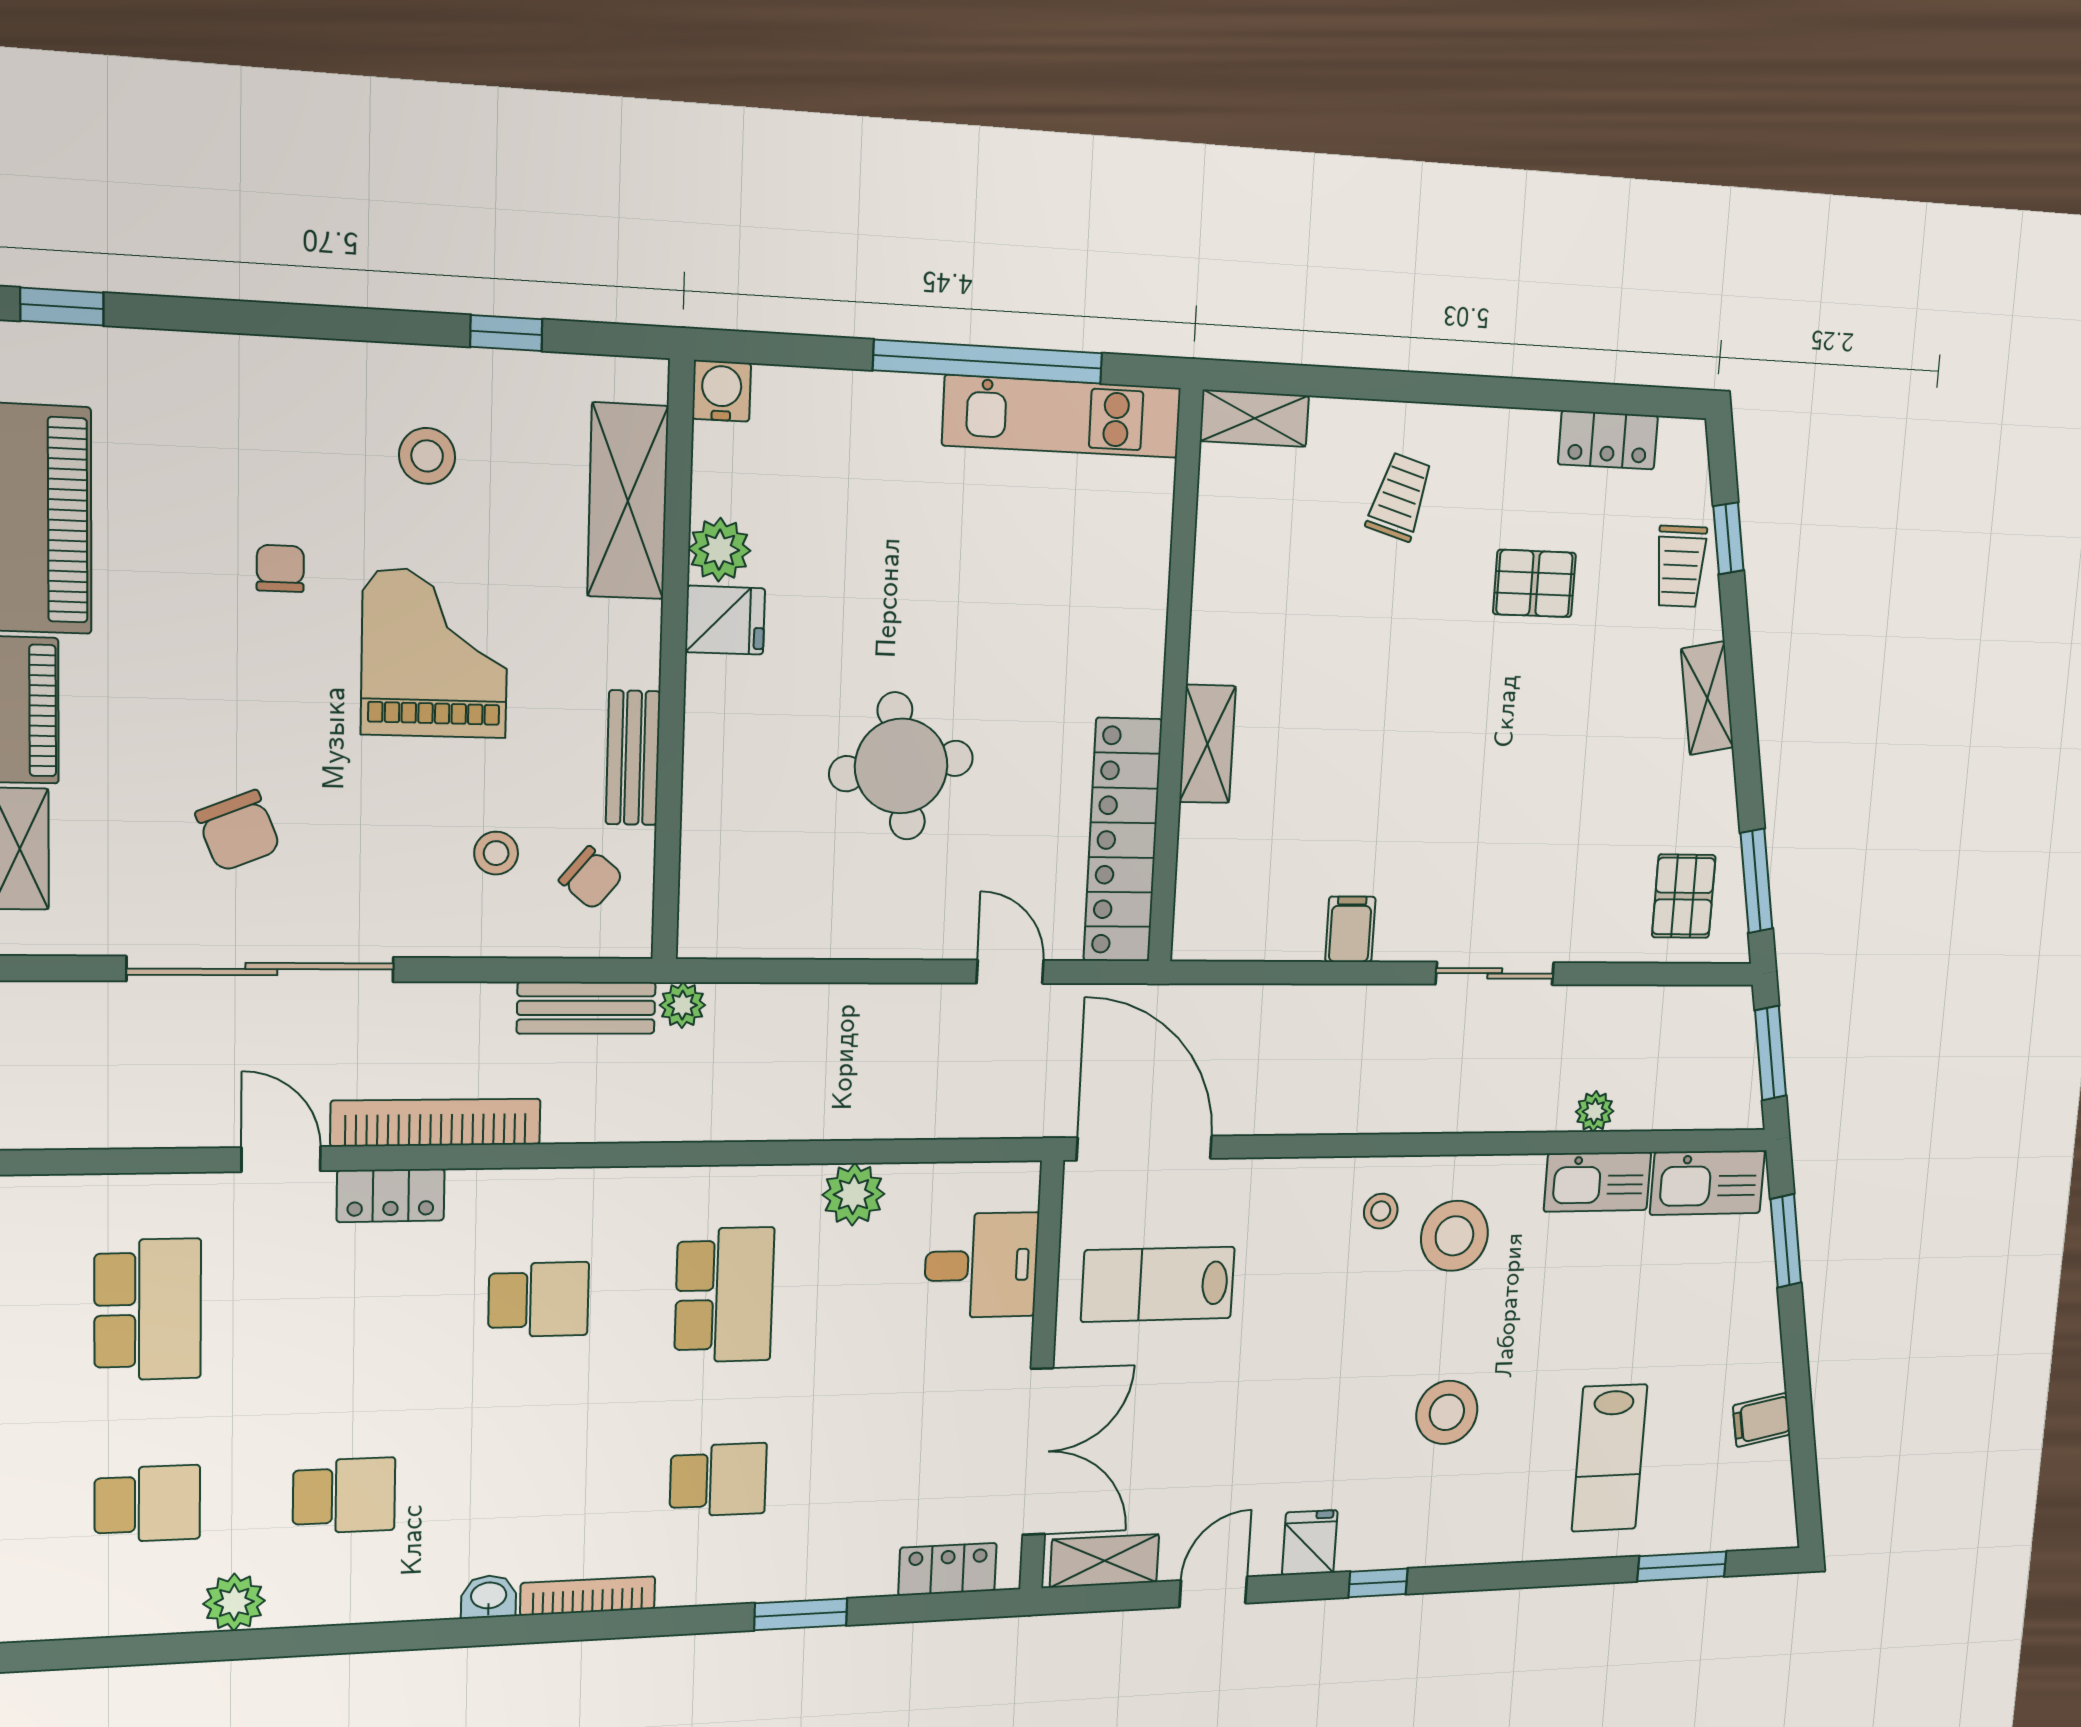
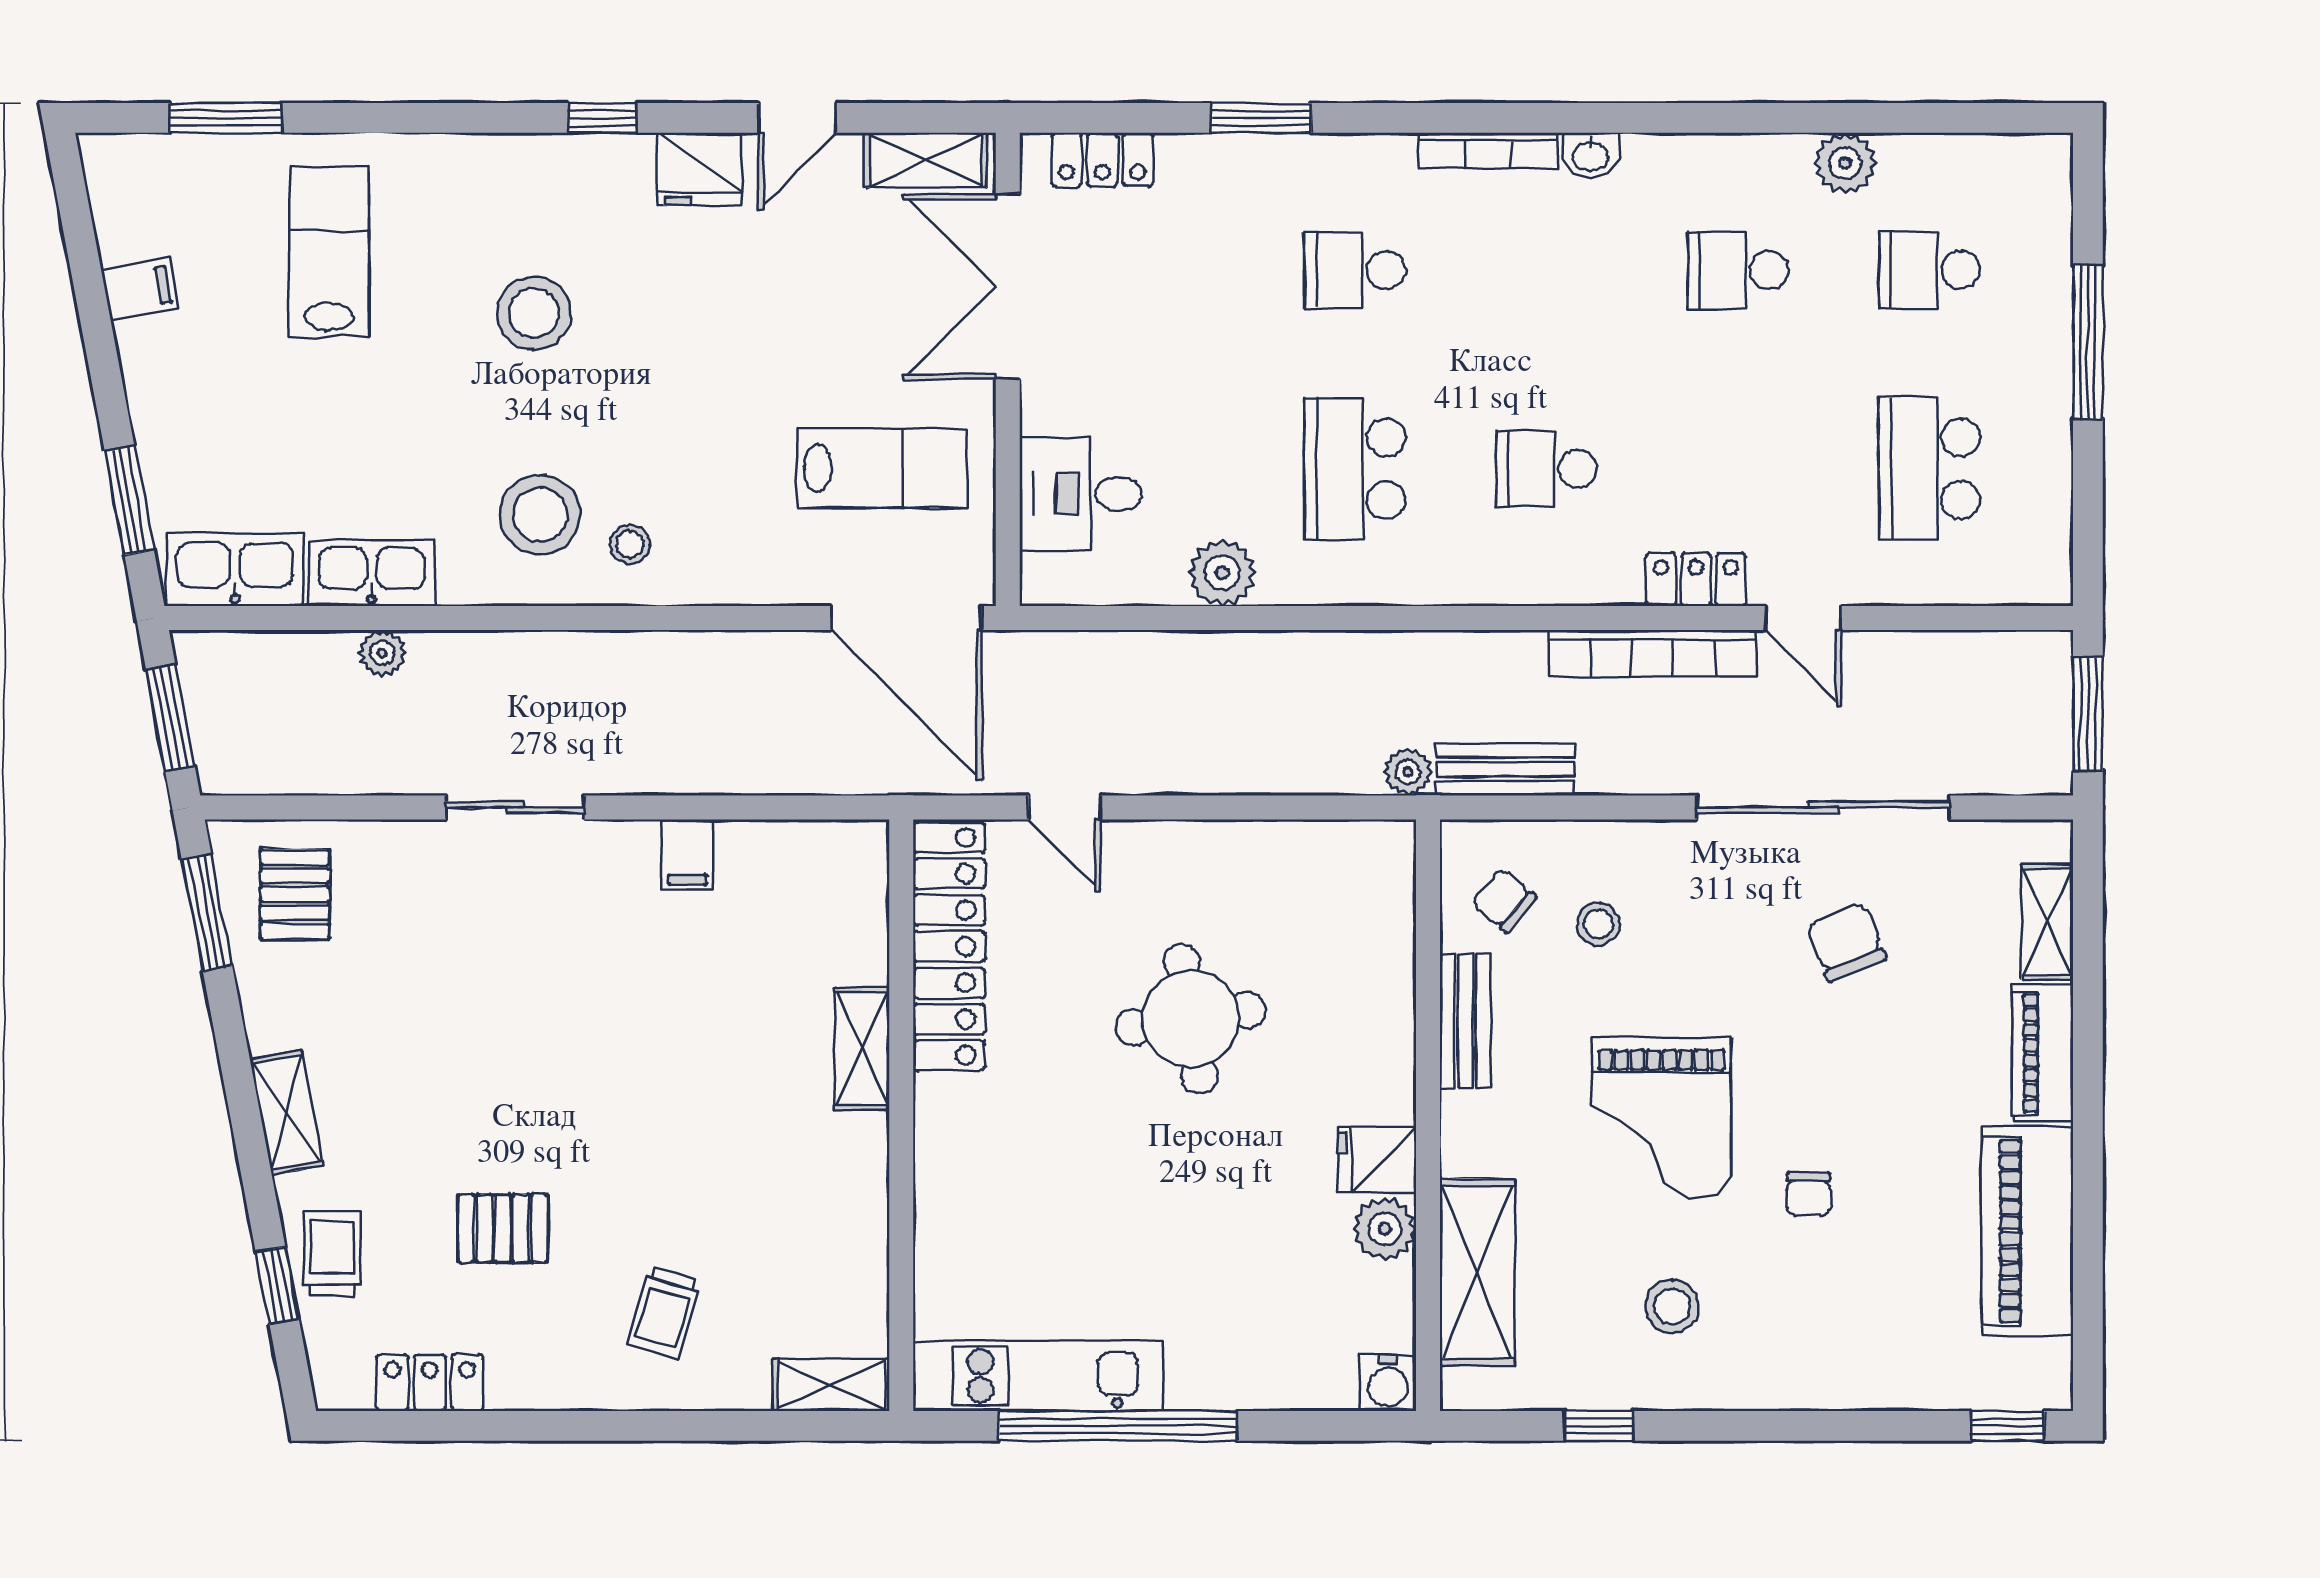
fridge: (1310, 1543) -> (699, 169), width x1.38

